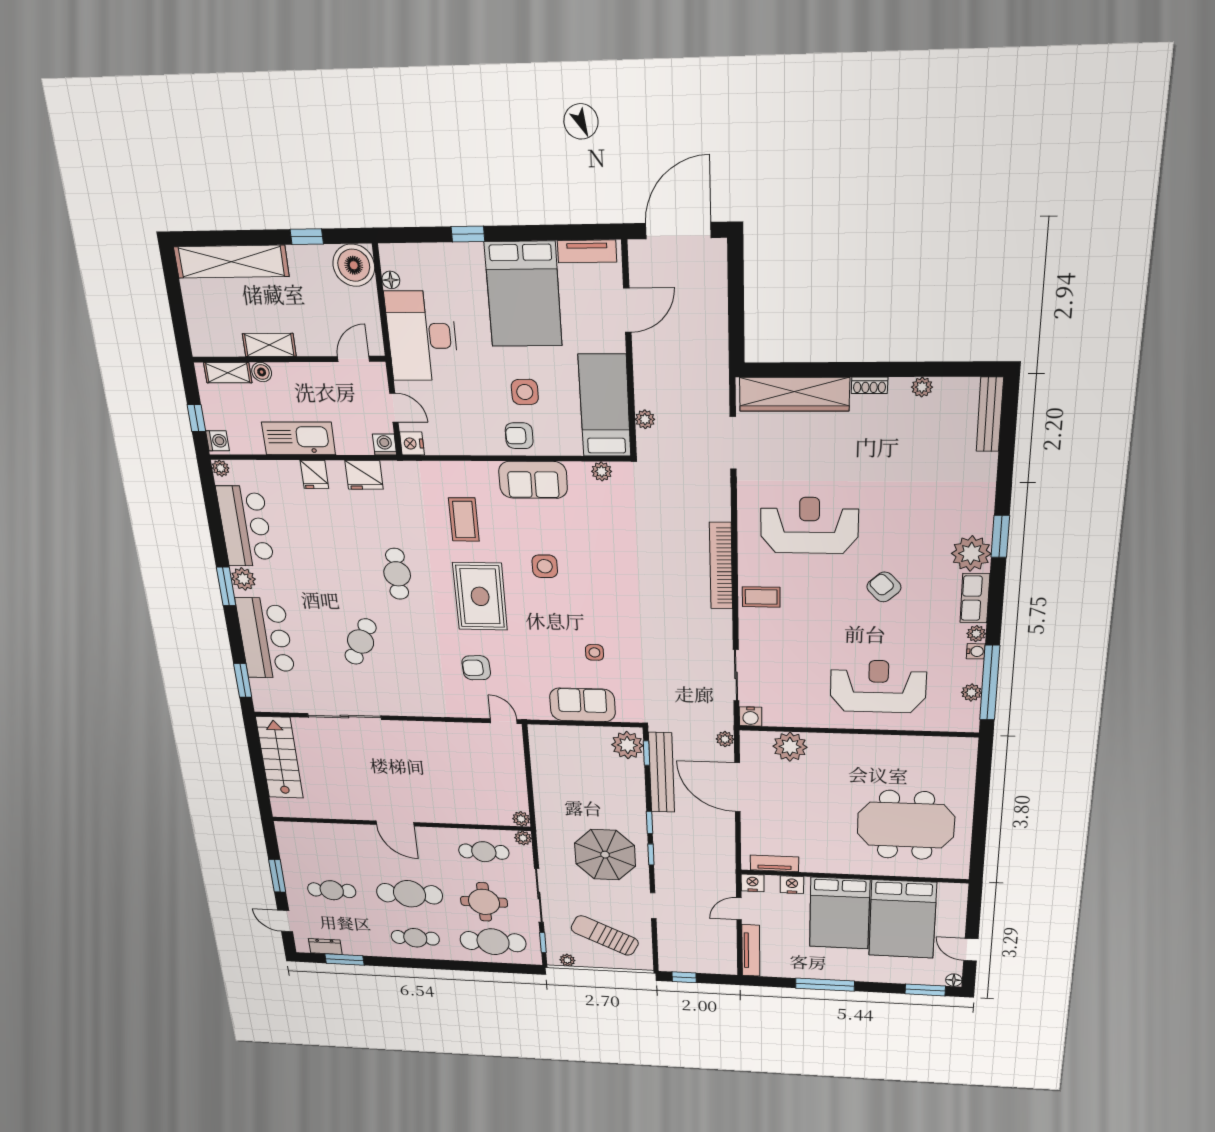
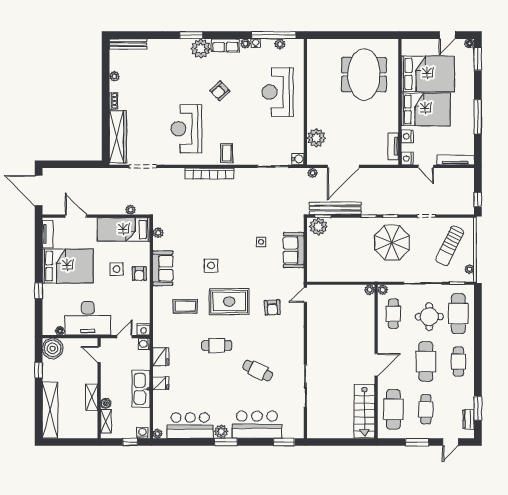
stairs: (280, 758) -> (364, 411), moved, turned -90
cafe table: (325, 845) -> (393, 409), added

